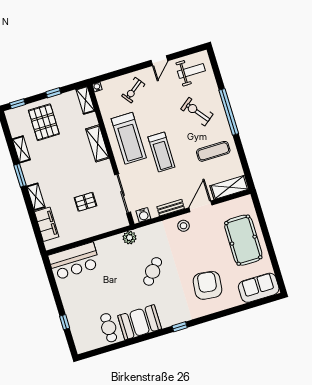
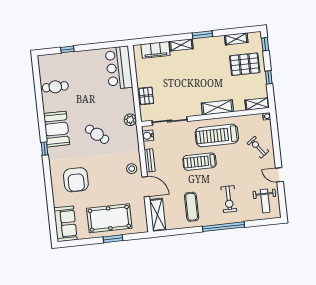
exercise bike: (197, 112) -> (229, 199), turned 128
shelving: (21, 149) -> (236, 39), moved
pallet: (85, 202) -> (146, 96), moved
window: (265, 232) -> (113, 239), added
armchair: (208, 285) -> (76, 180), turned 83
booth: (140, 322) -> (57, 129), moved

